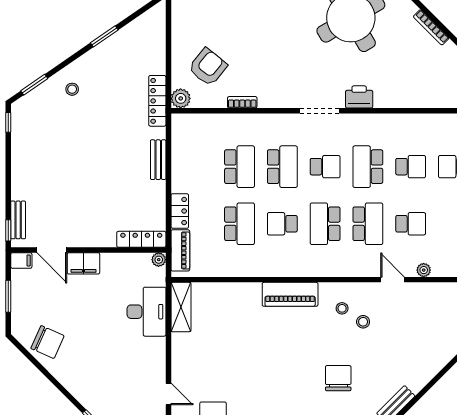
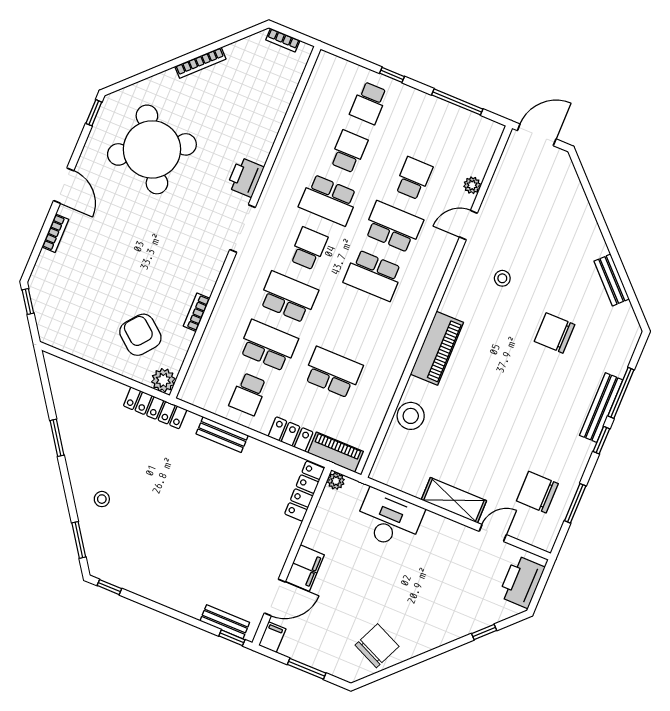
school desk: (282, 224) -> (248, 394), moved
shelving: (181, 307) -> (454, 500), moved
stool: (342, 308) -> (411, 416), moved, width x1.89, depth x1.89

